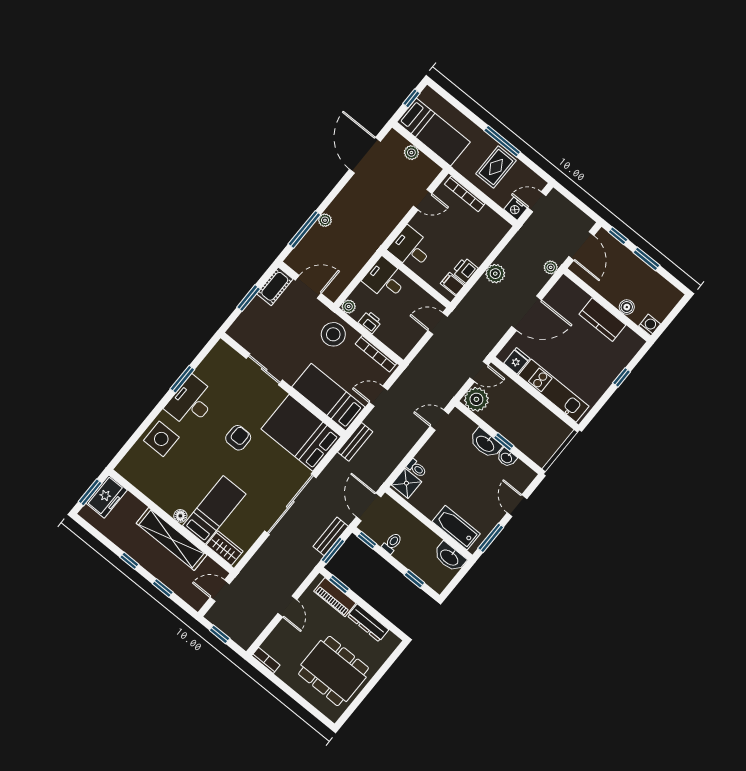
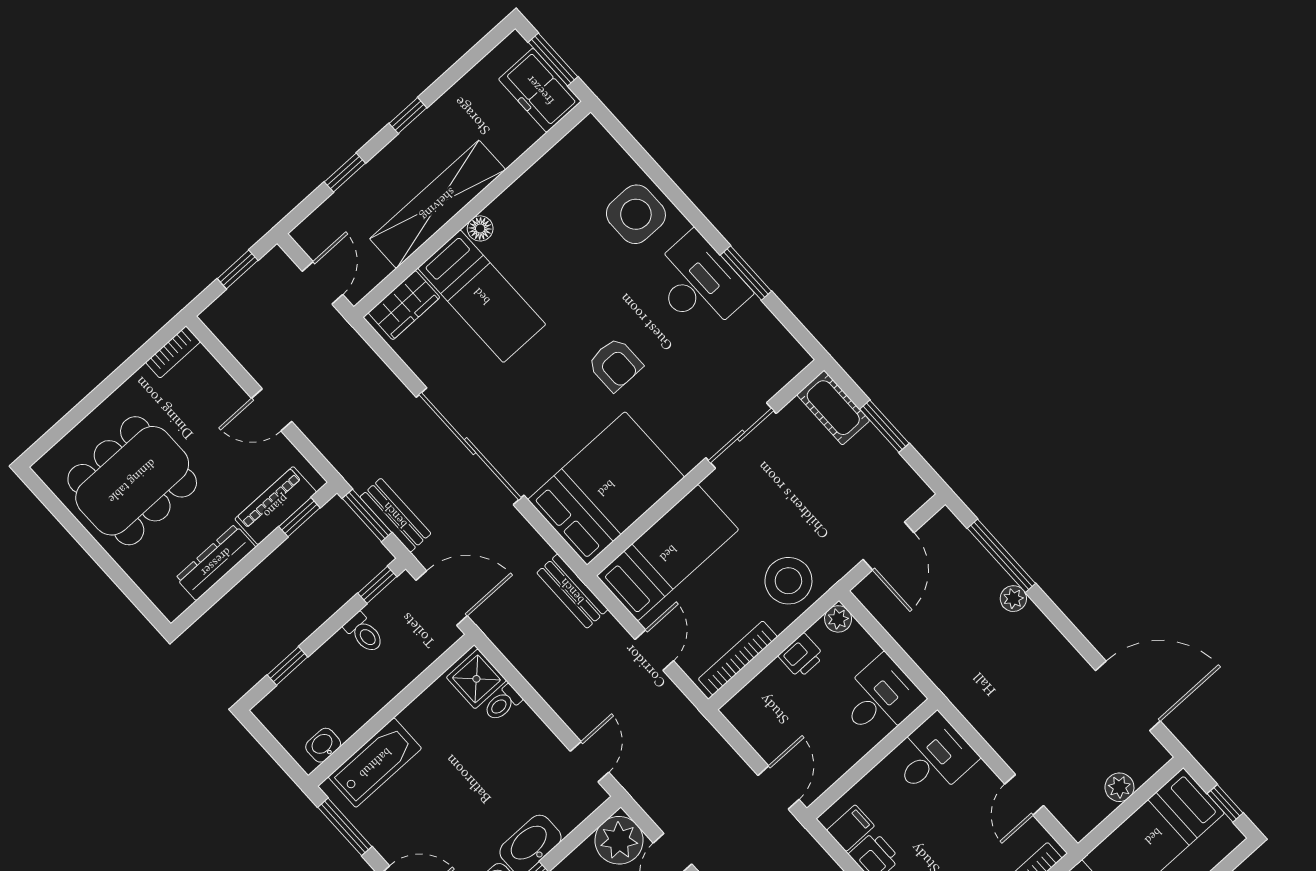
cot: (275, 286) -> (833, 408), moved
washbasin: (450, 557) -> (323, 745), width x0.52, depth x0.69

